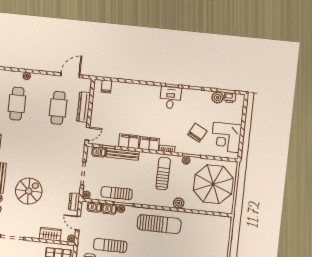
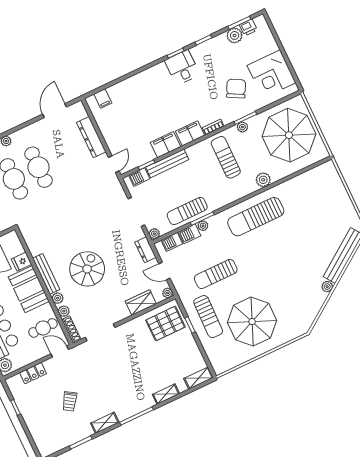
cafe table: (58, 108) -> (38, 167), moved
sun lounger: (159, 224) -> (256, 217), turned 180

